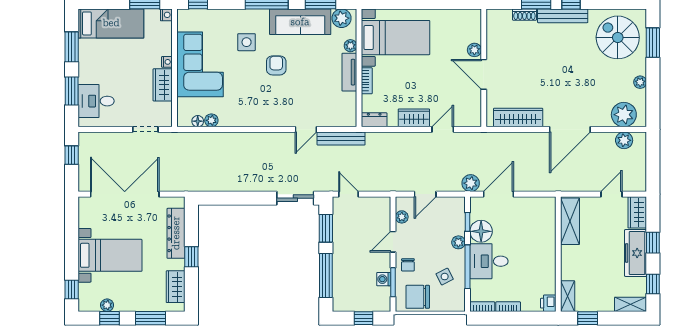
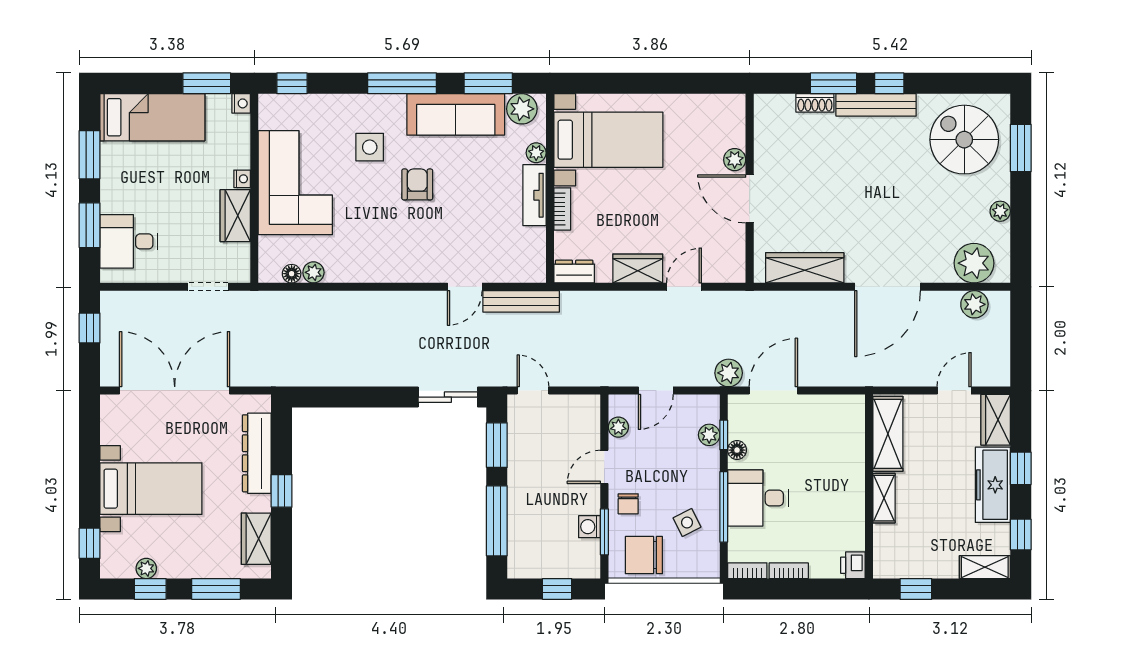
floor lamp: (481, 231) -> (737, 450), width x0.53, depth x0.53
plant: (458, 242) -> (709, 435), moved
shelving: (568, 296) -> (884, 498), moved

